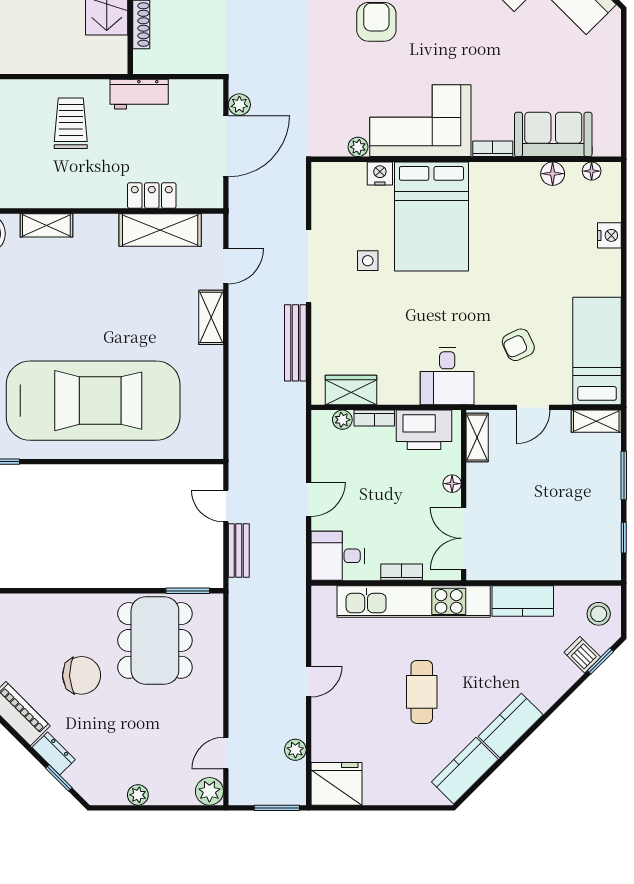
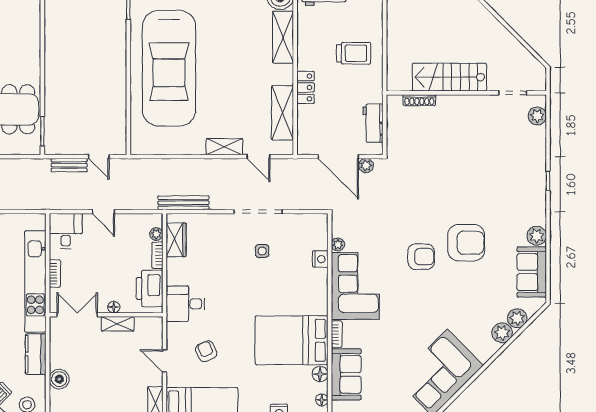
workbench: (139, 94) -> (373, 123), moved
locker: (152, 196) -> (306, 87), moved
bed: (431, 217) -> (292, 340), moved
shelving: (46, 225) -> (283, 37), width x1.50, depth x1.33
bench: (295, 343) -> (184, 203), moved
shelving: (477, 437) -> (118, 324), moved
door: (226, 506) -> (99, 157), swing flipped
boiler: (560, 566) -> (59, 379), added

